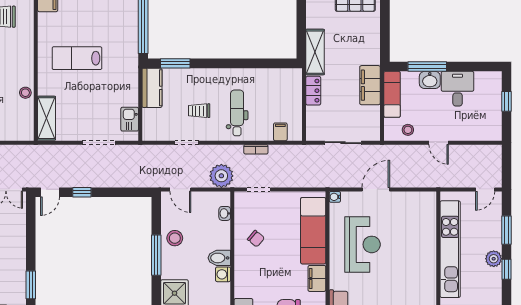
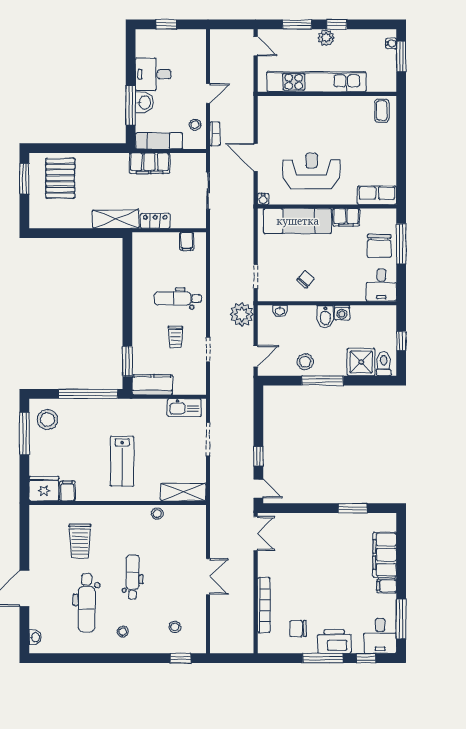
kitchen sink: (130, 119) -> (184, 408), width x1.38
filing cabinet: (280, 132) -> (187, 241), moved, turned -90
bookcase: (256, 149) -> (215, 134), moved

